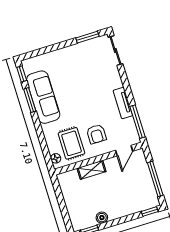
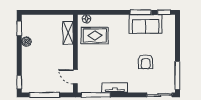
window: (87, 37) -> (177, 75), width x1.44
sofa: (43, 97) -> (146, 24), width x0.73
armchair: (96, 134) -> (146, 62), moved, turned -90
shelving: (91, 170) -> (68, 33), moved

